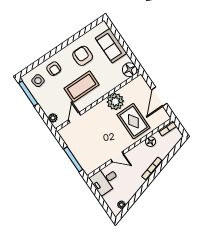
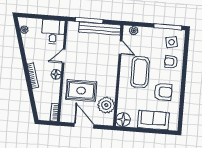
plant: (115, 102) -> (106, 105), moved
floor lamp: (151, 142) -> (56, 74), moved
bench: (73, 146) -> (100, 29), added

